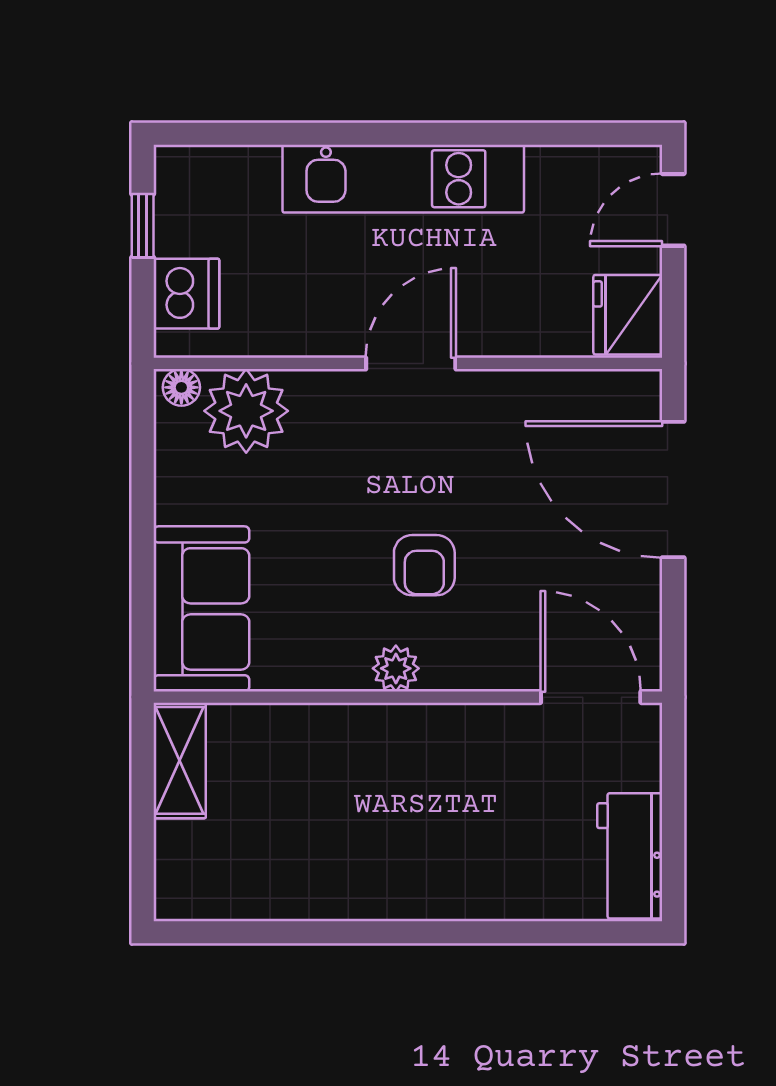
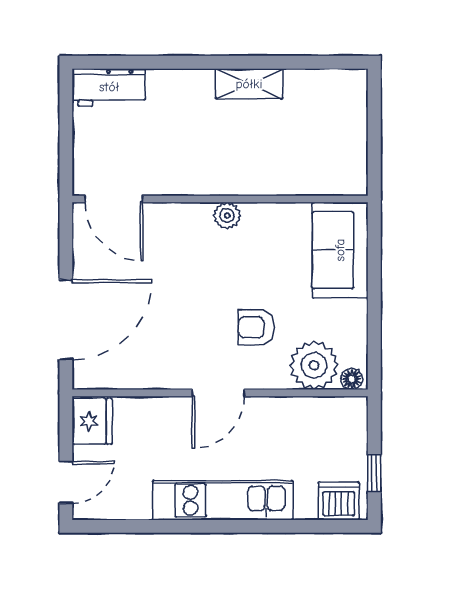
dishwasher: (186, 294) -> (339, 501), moved, turned 90
door: (673, 489) -> (66, 320), hinge flipped
armchair: (424, 565) -> (256, 327), moved, turned -90
shelving: (180, 760) -> (249, 84), moved, turned 90
workbench: (630, 856) -> (109, 87), moved, turned 90

